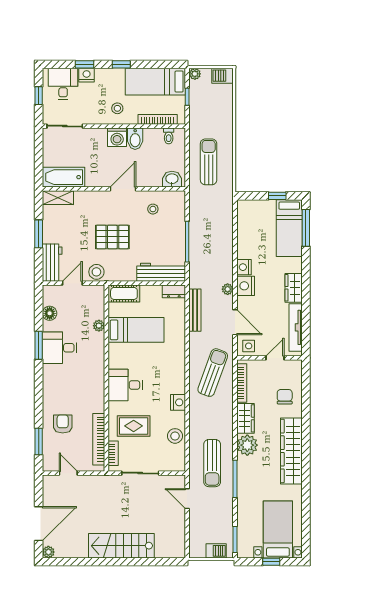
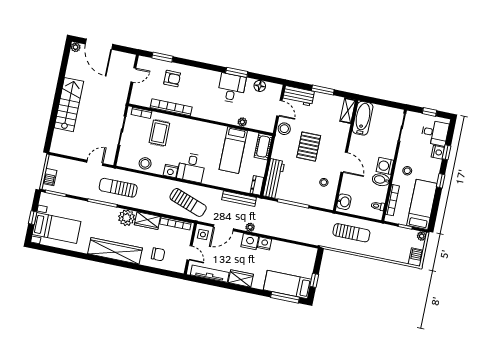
desk: (125, 385) -> (191, 167), moved, turned 180
bookcase: (99, 439) -> (171, 107), moved

